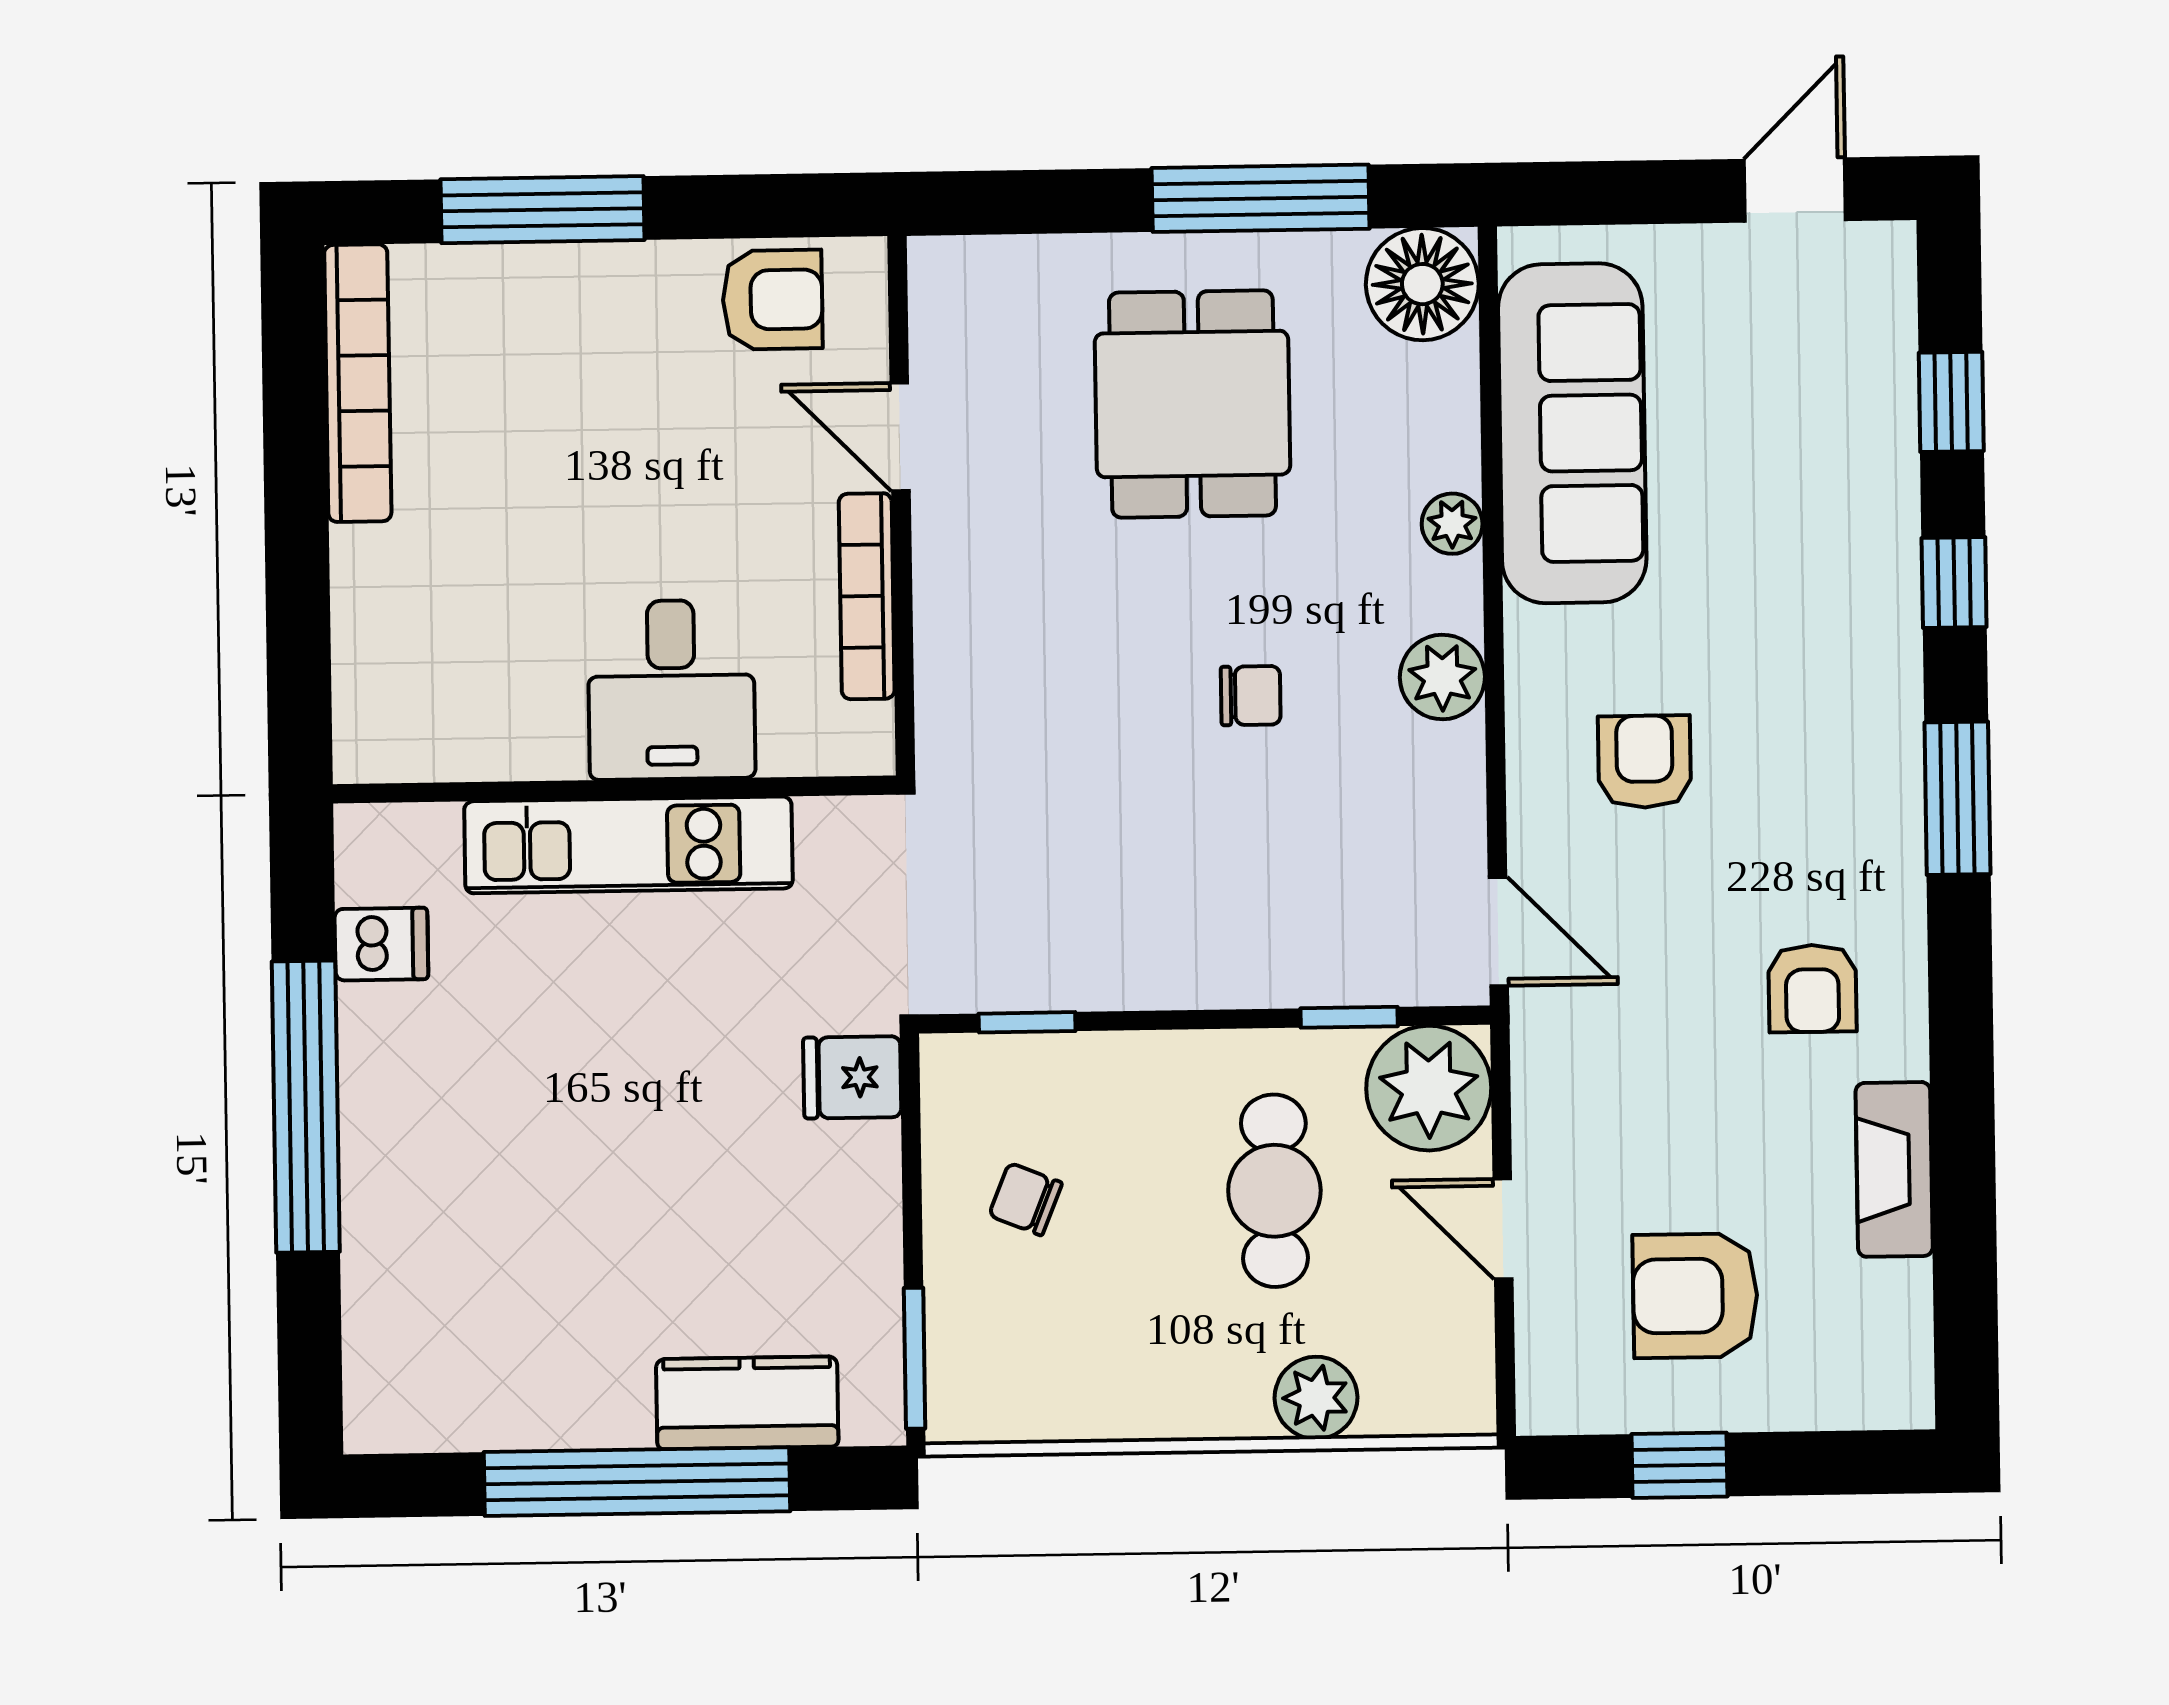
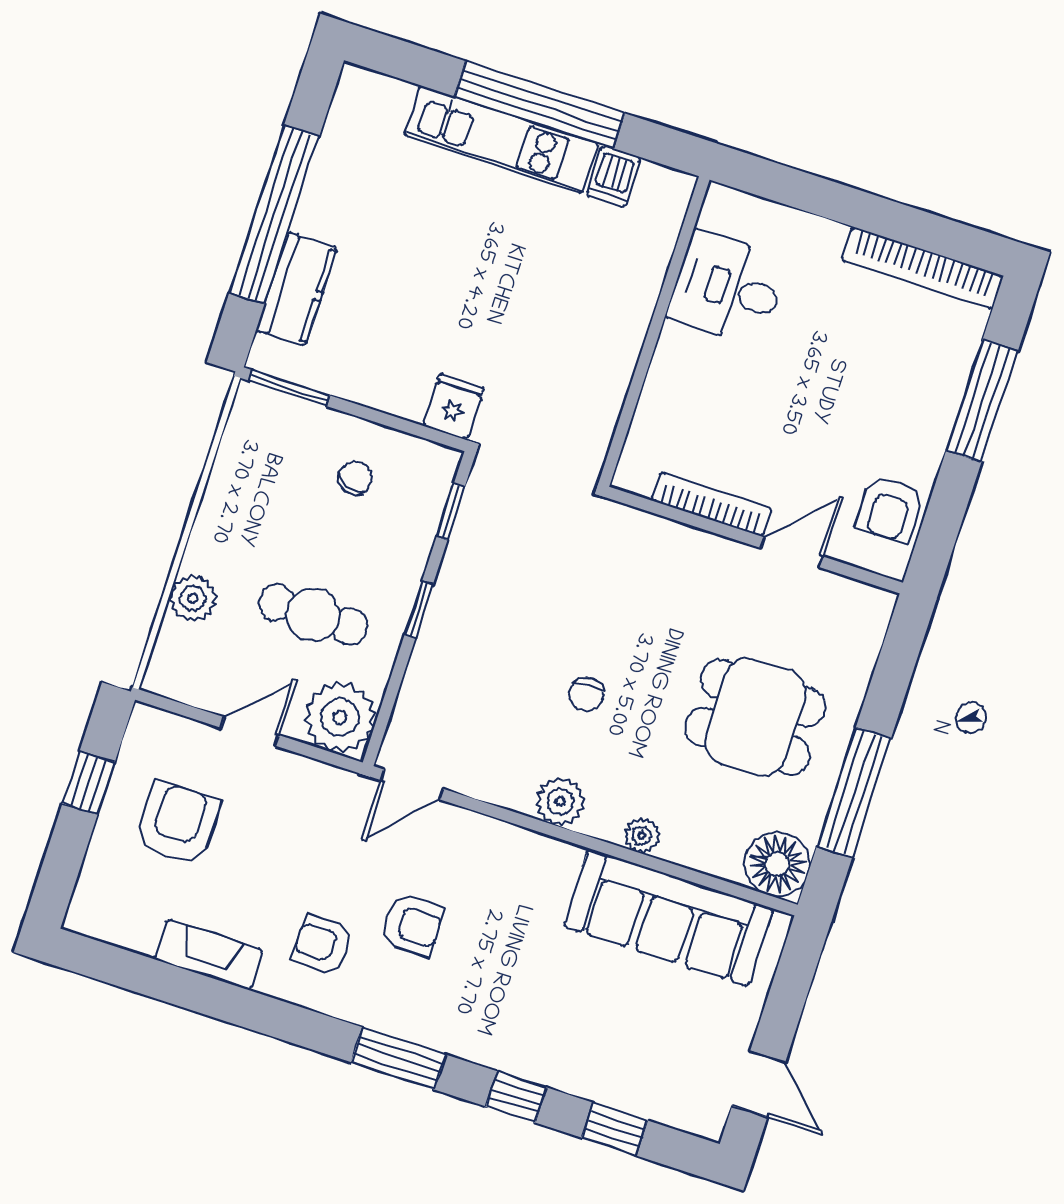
desk: (671, 690) -> (728, 288), moved
armchair: (1645, 762) -> (412, 925), moved
kitchen unit: (628, 845) -> (501, 139), moved, turned -90
window: (1349, 1017) -> (419, 610), moved

